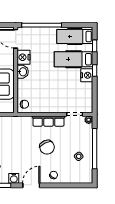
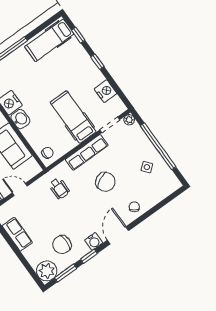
hospital bed: (73, 59) -> (73, 117), moved, turned 90
nightstand: (87, 75) -> (106, 91), moved
wheelchair: (16, 131) -> (59, 188), added

